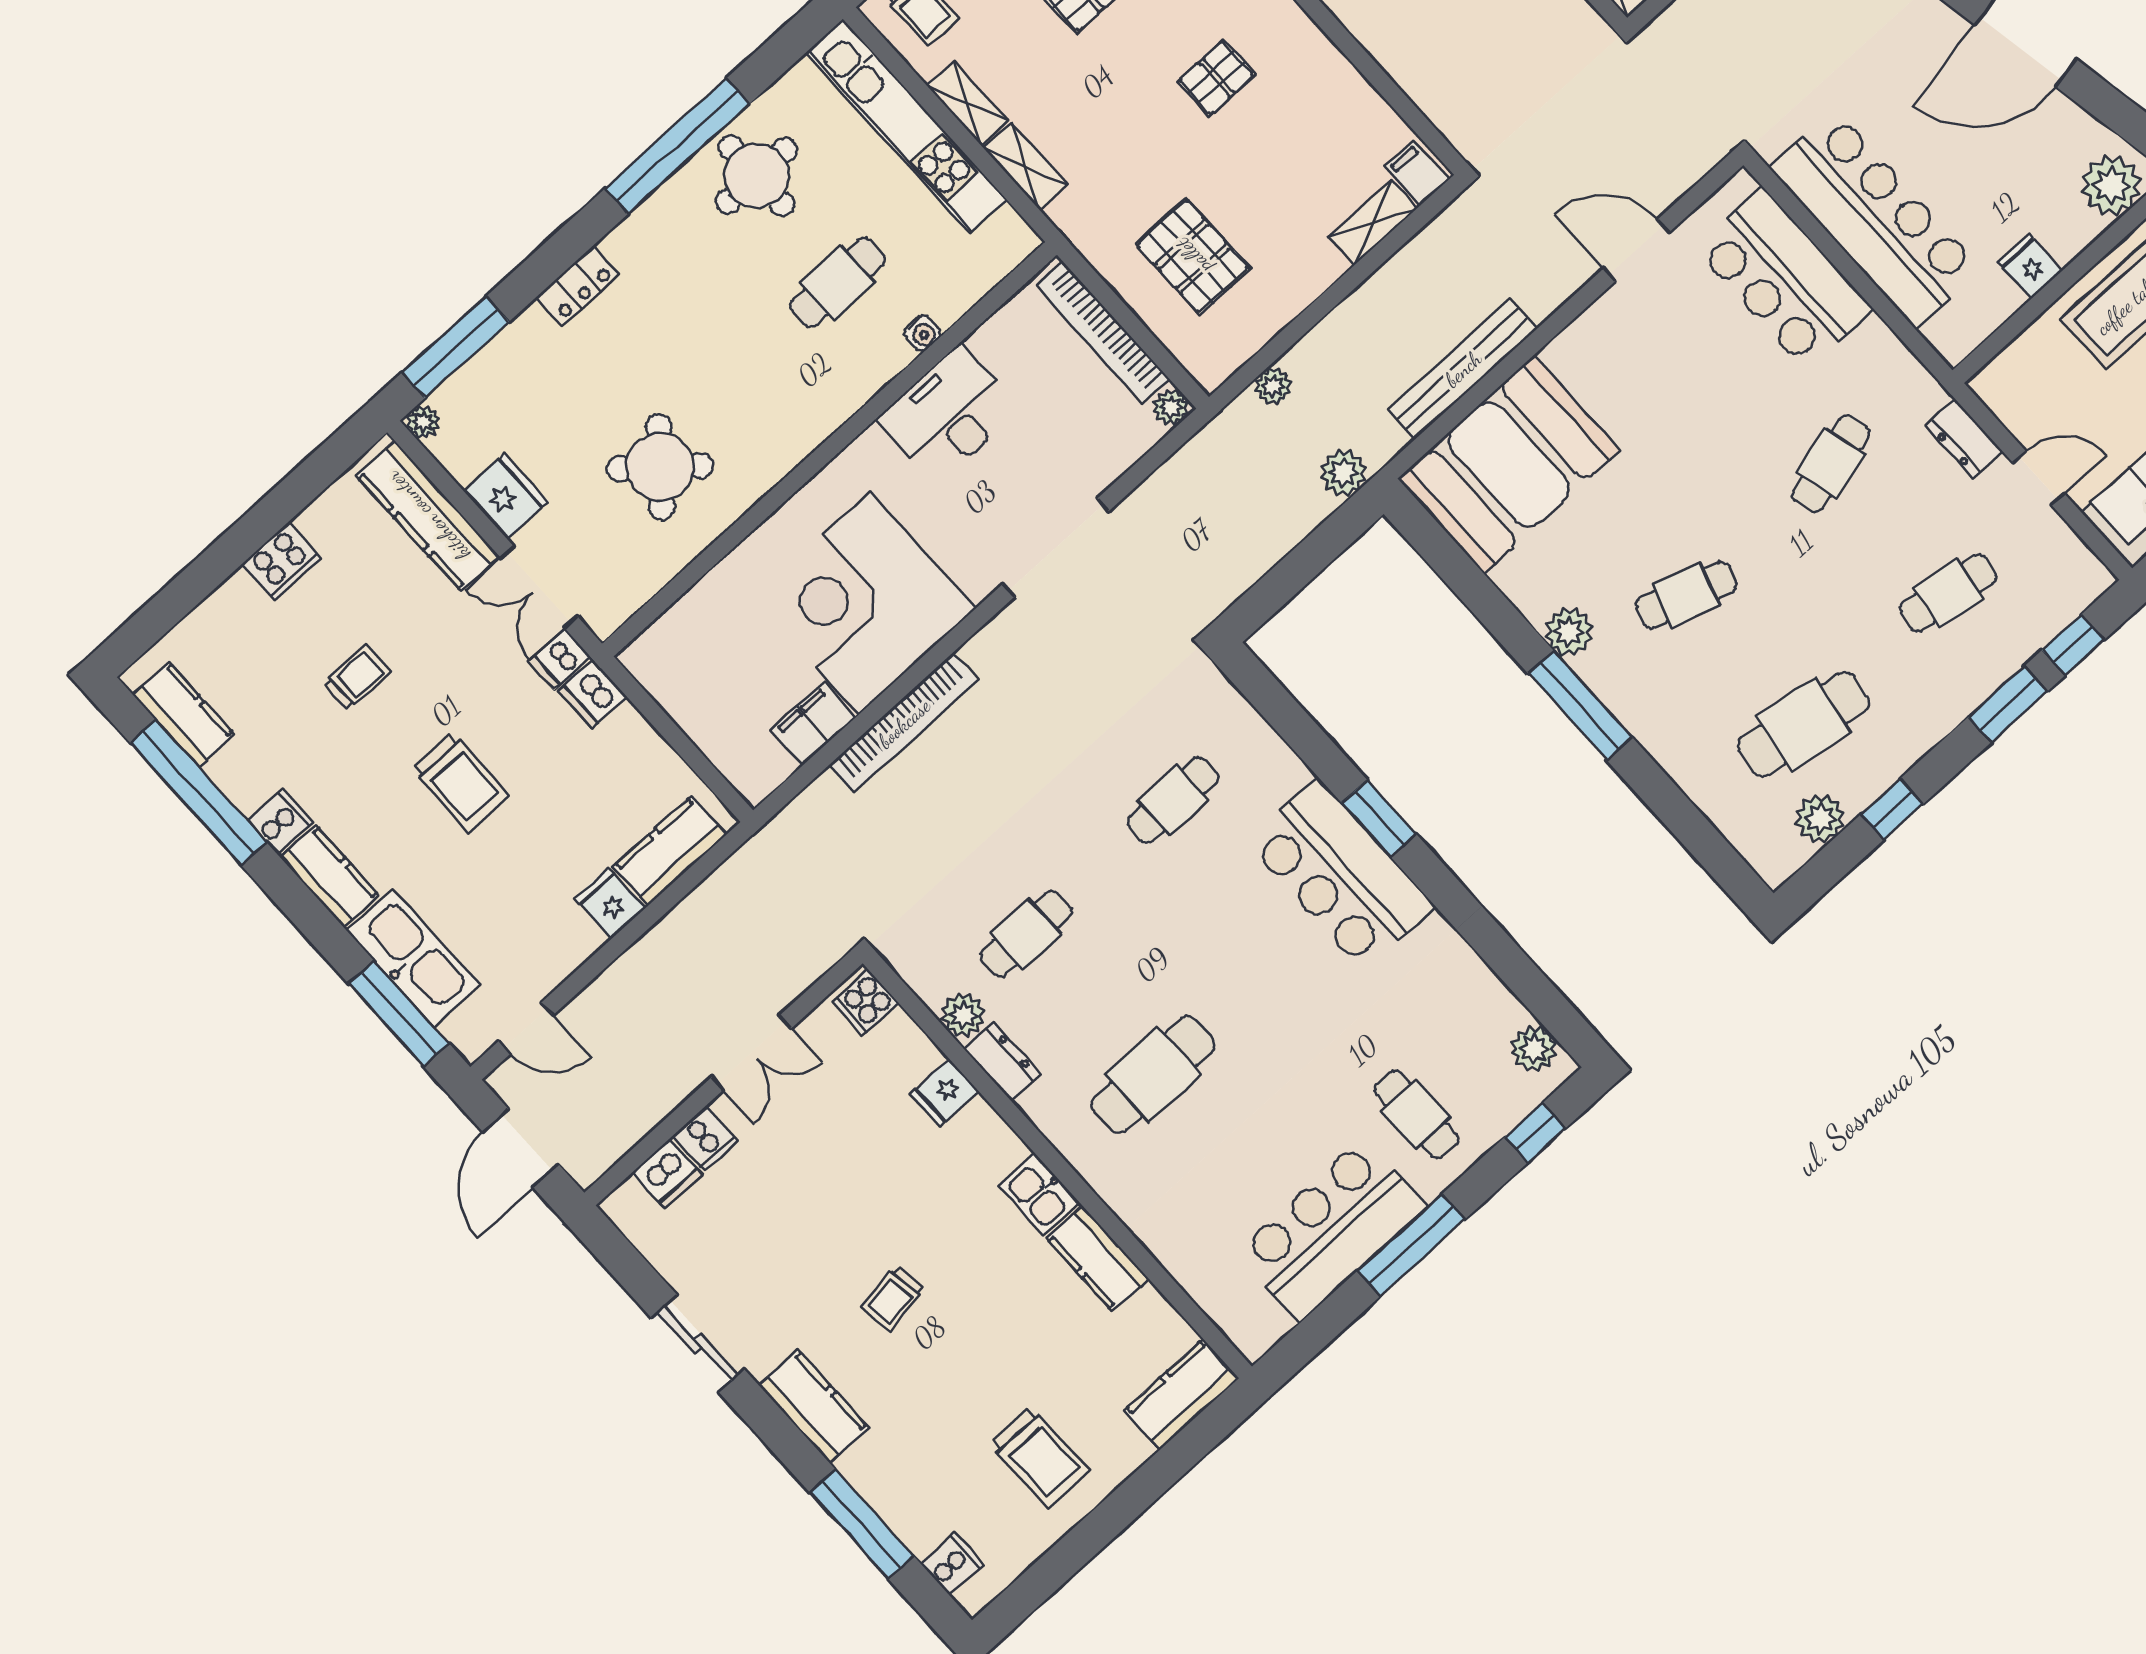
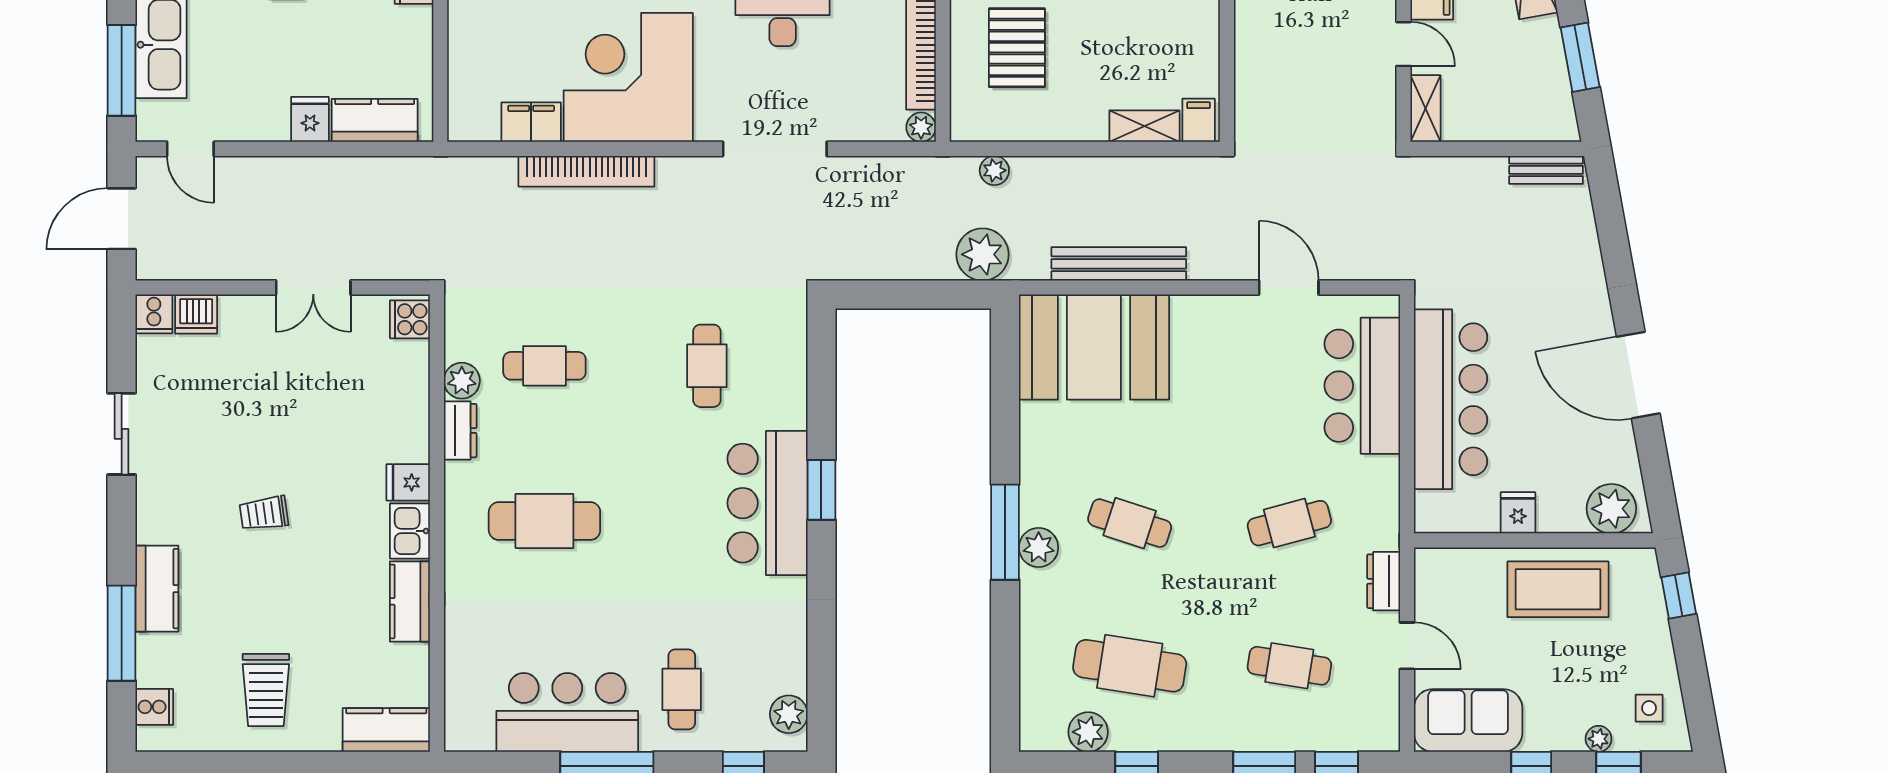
plant: (1343, 473) -> (982, 254), width x1.36, depth x1.36
plant: (1569, 632) -> (1039, 547), moved
cafe table: (1173, 800) -> (707, 366), turned 90
fridge: (944, 1093) -> (408, 482), moved
cooker: (705, 1138) -> (154, 314), moved
kitchen counter: (813, 1406) -> (157, 589), moved

